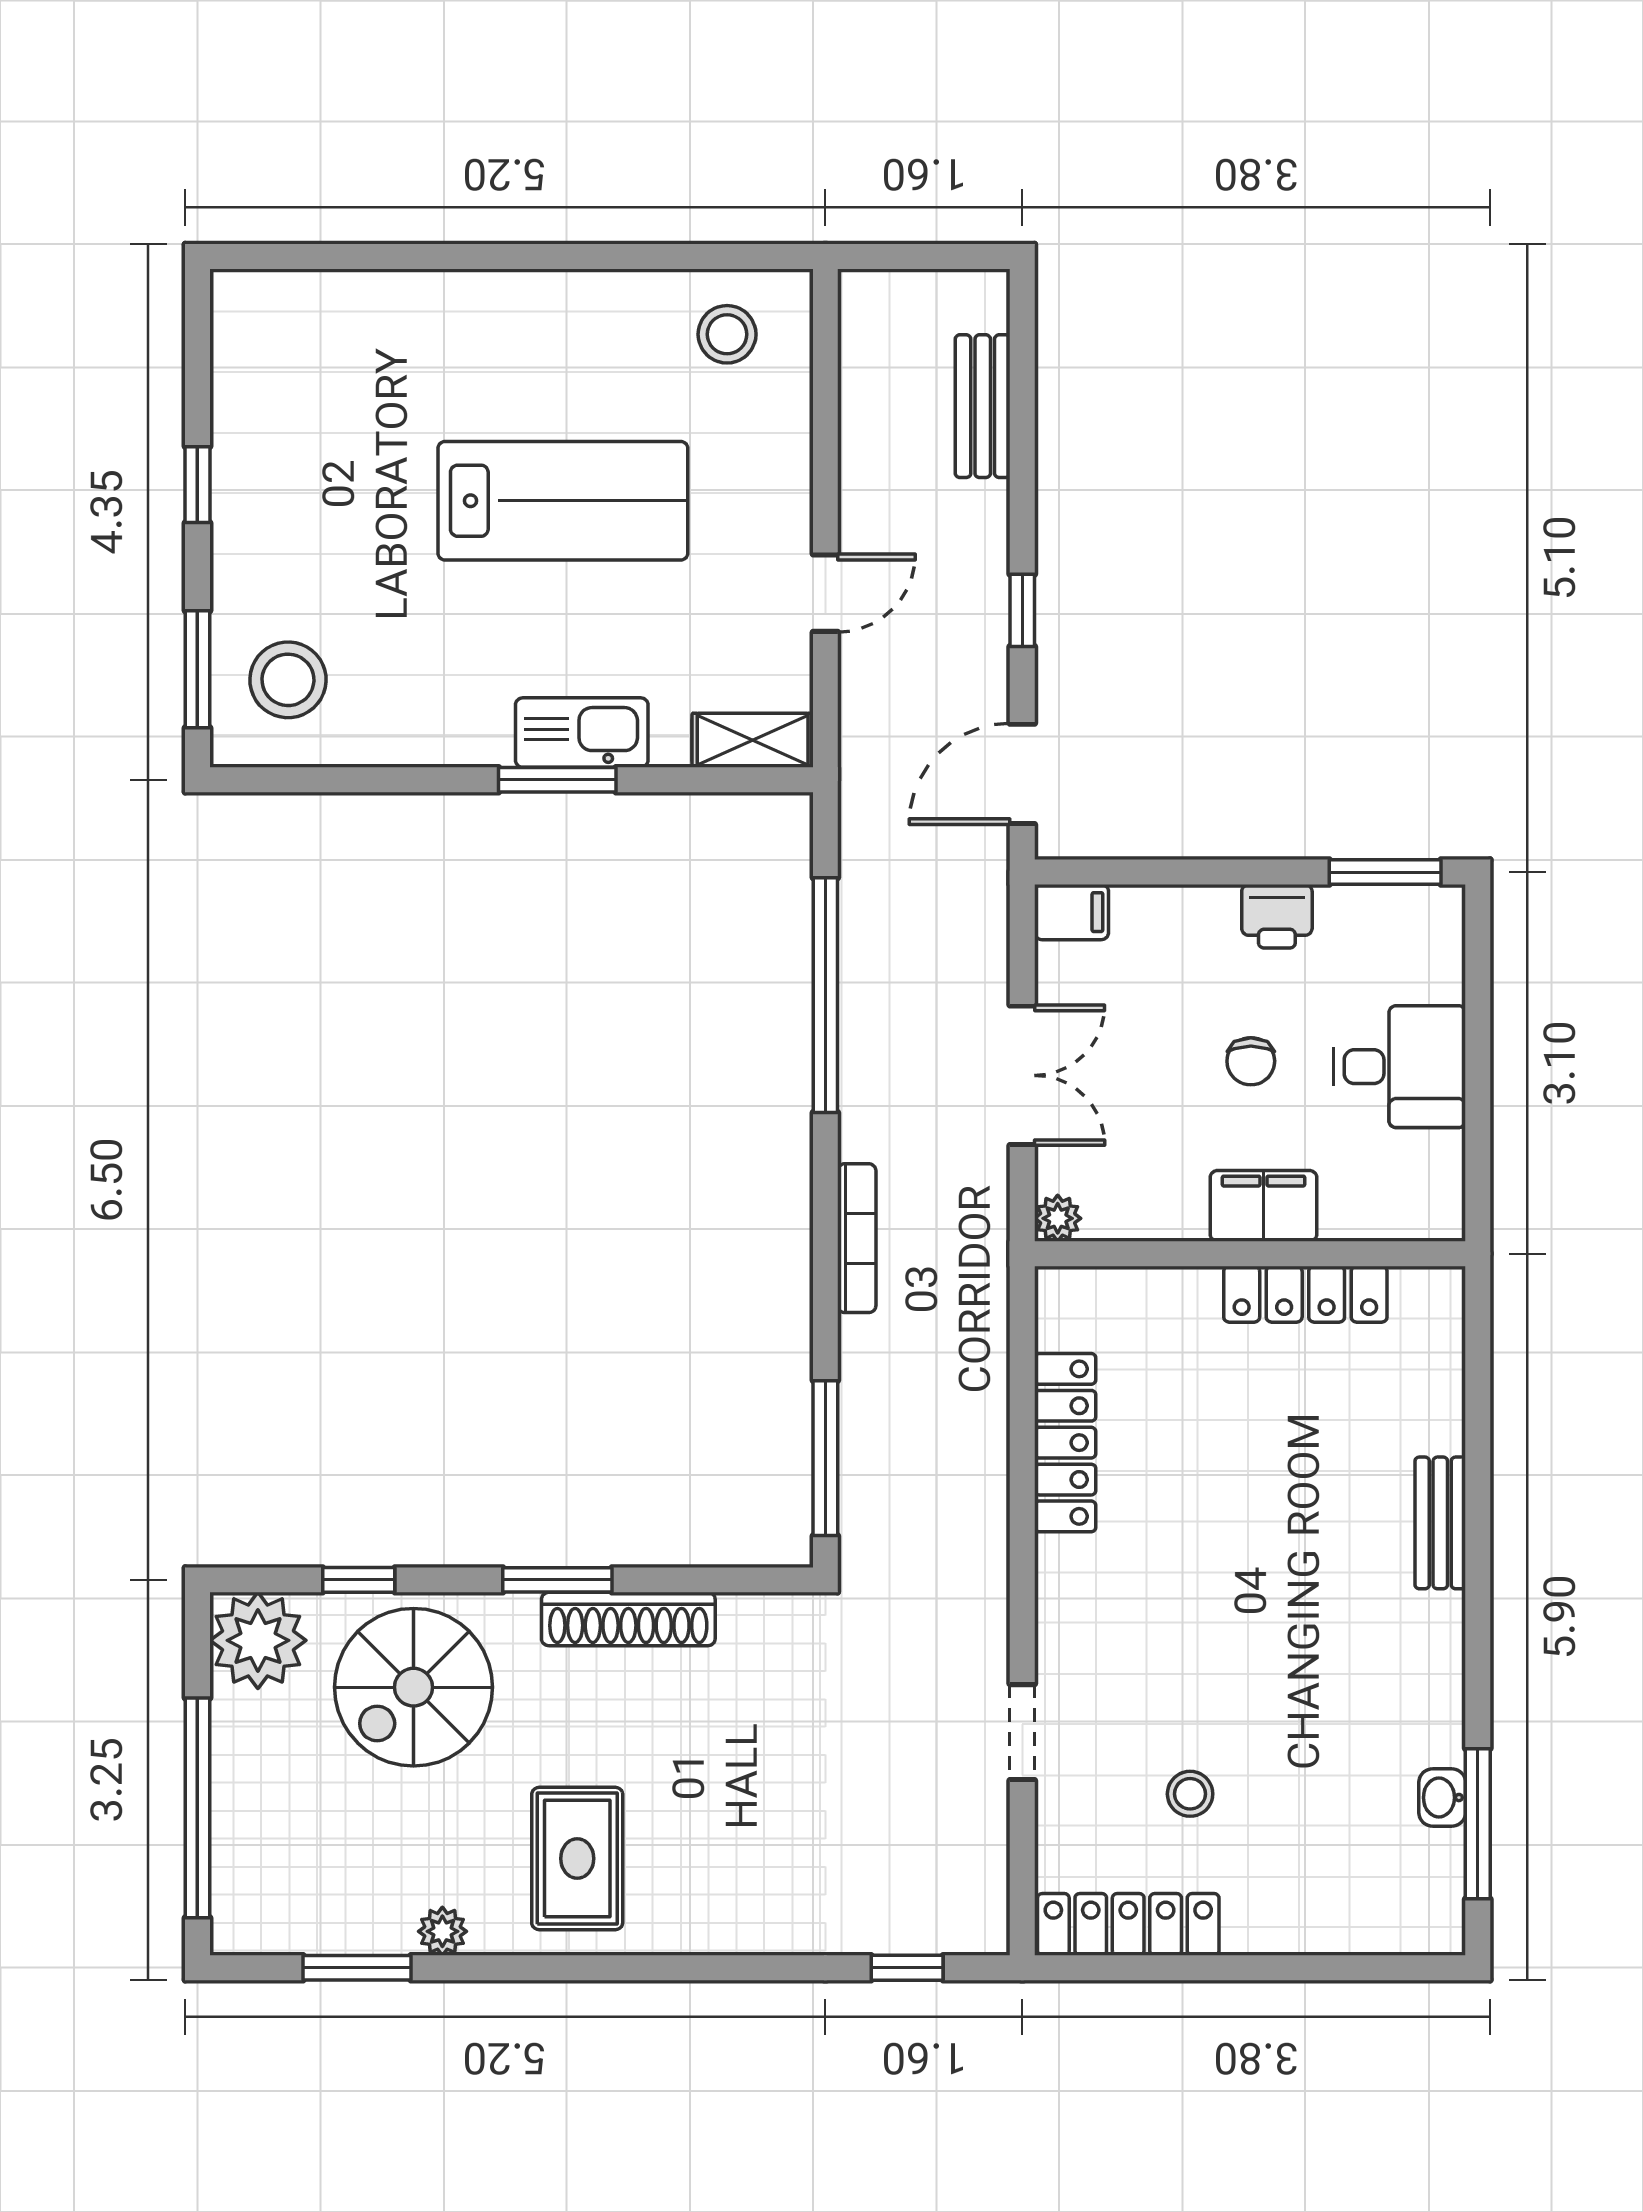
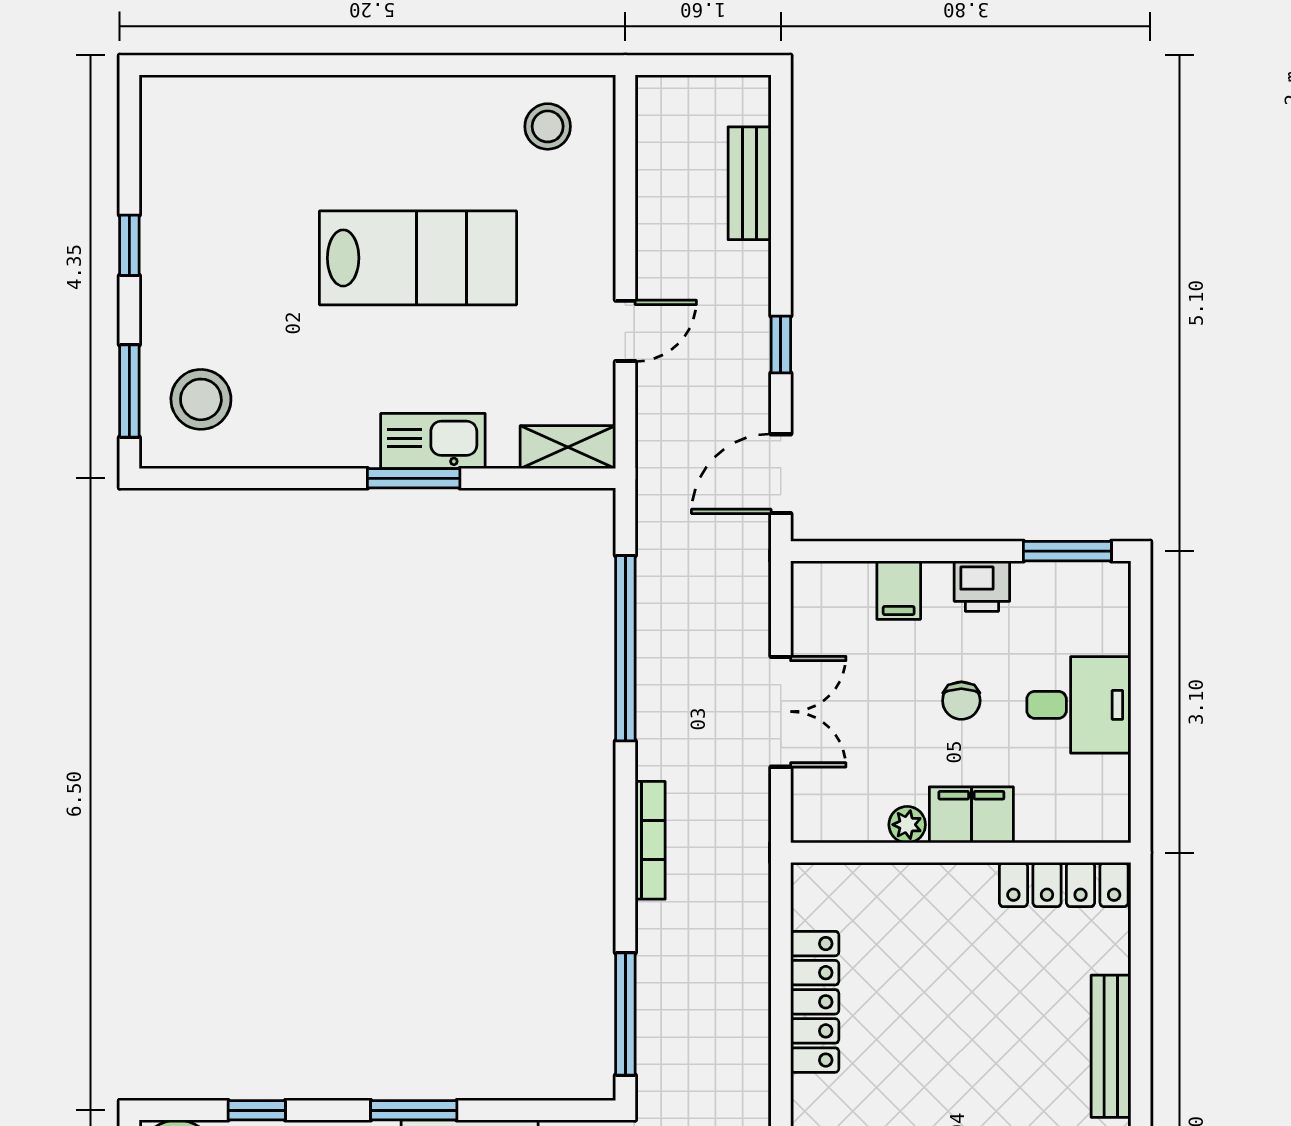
filing cabinet: (1072, 912) -> (899, 590), moved, turned 90
plant: (1058, 1218) -> (907, 825), moved
locker: (1305, 1294) -> (1064, 885), moved
bench: (1440, 1523) -> (1111, 1046), width x1.36

